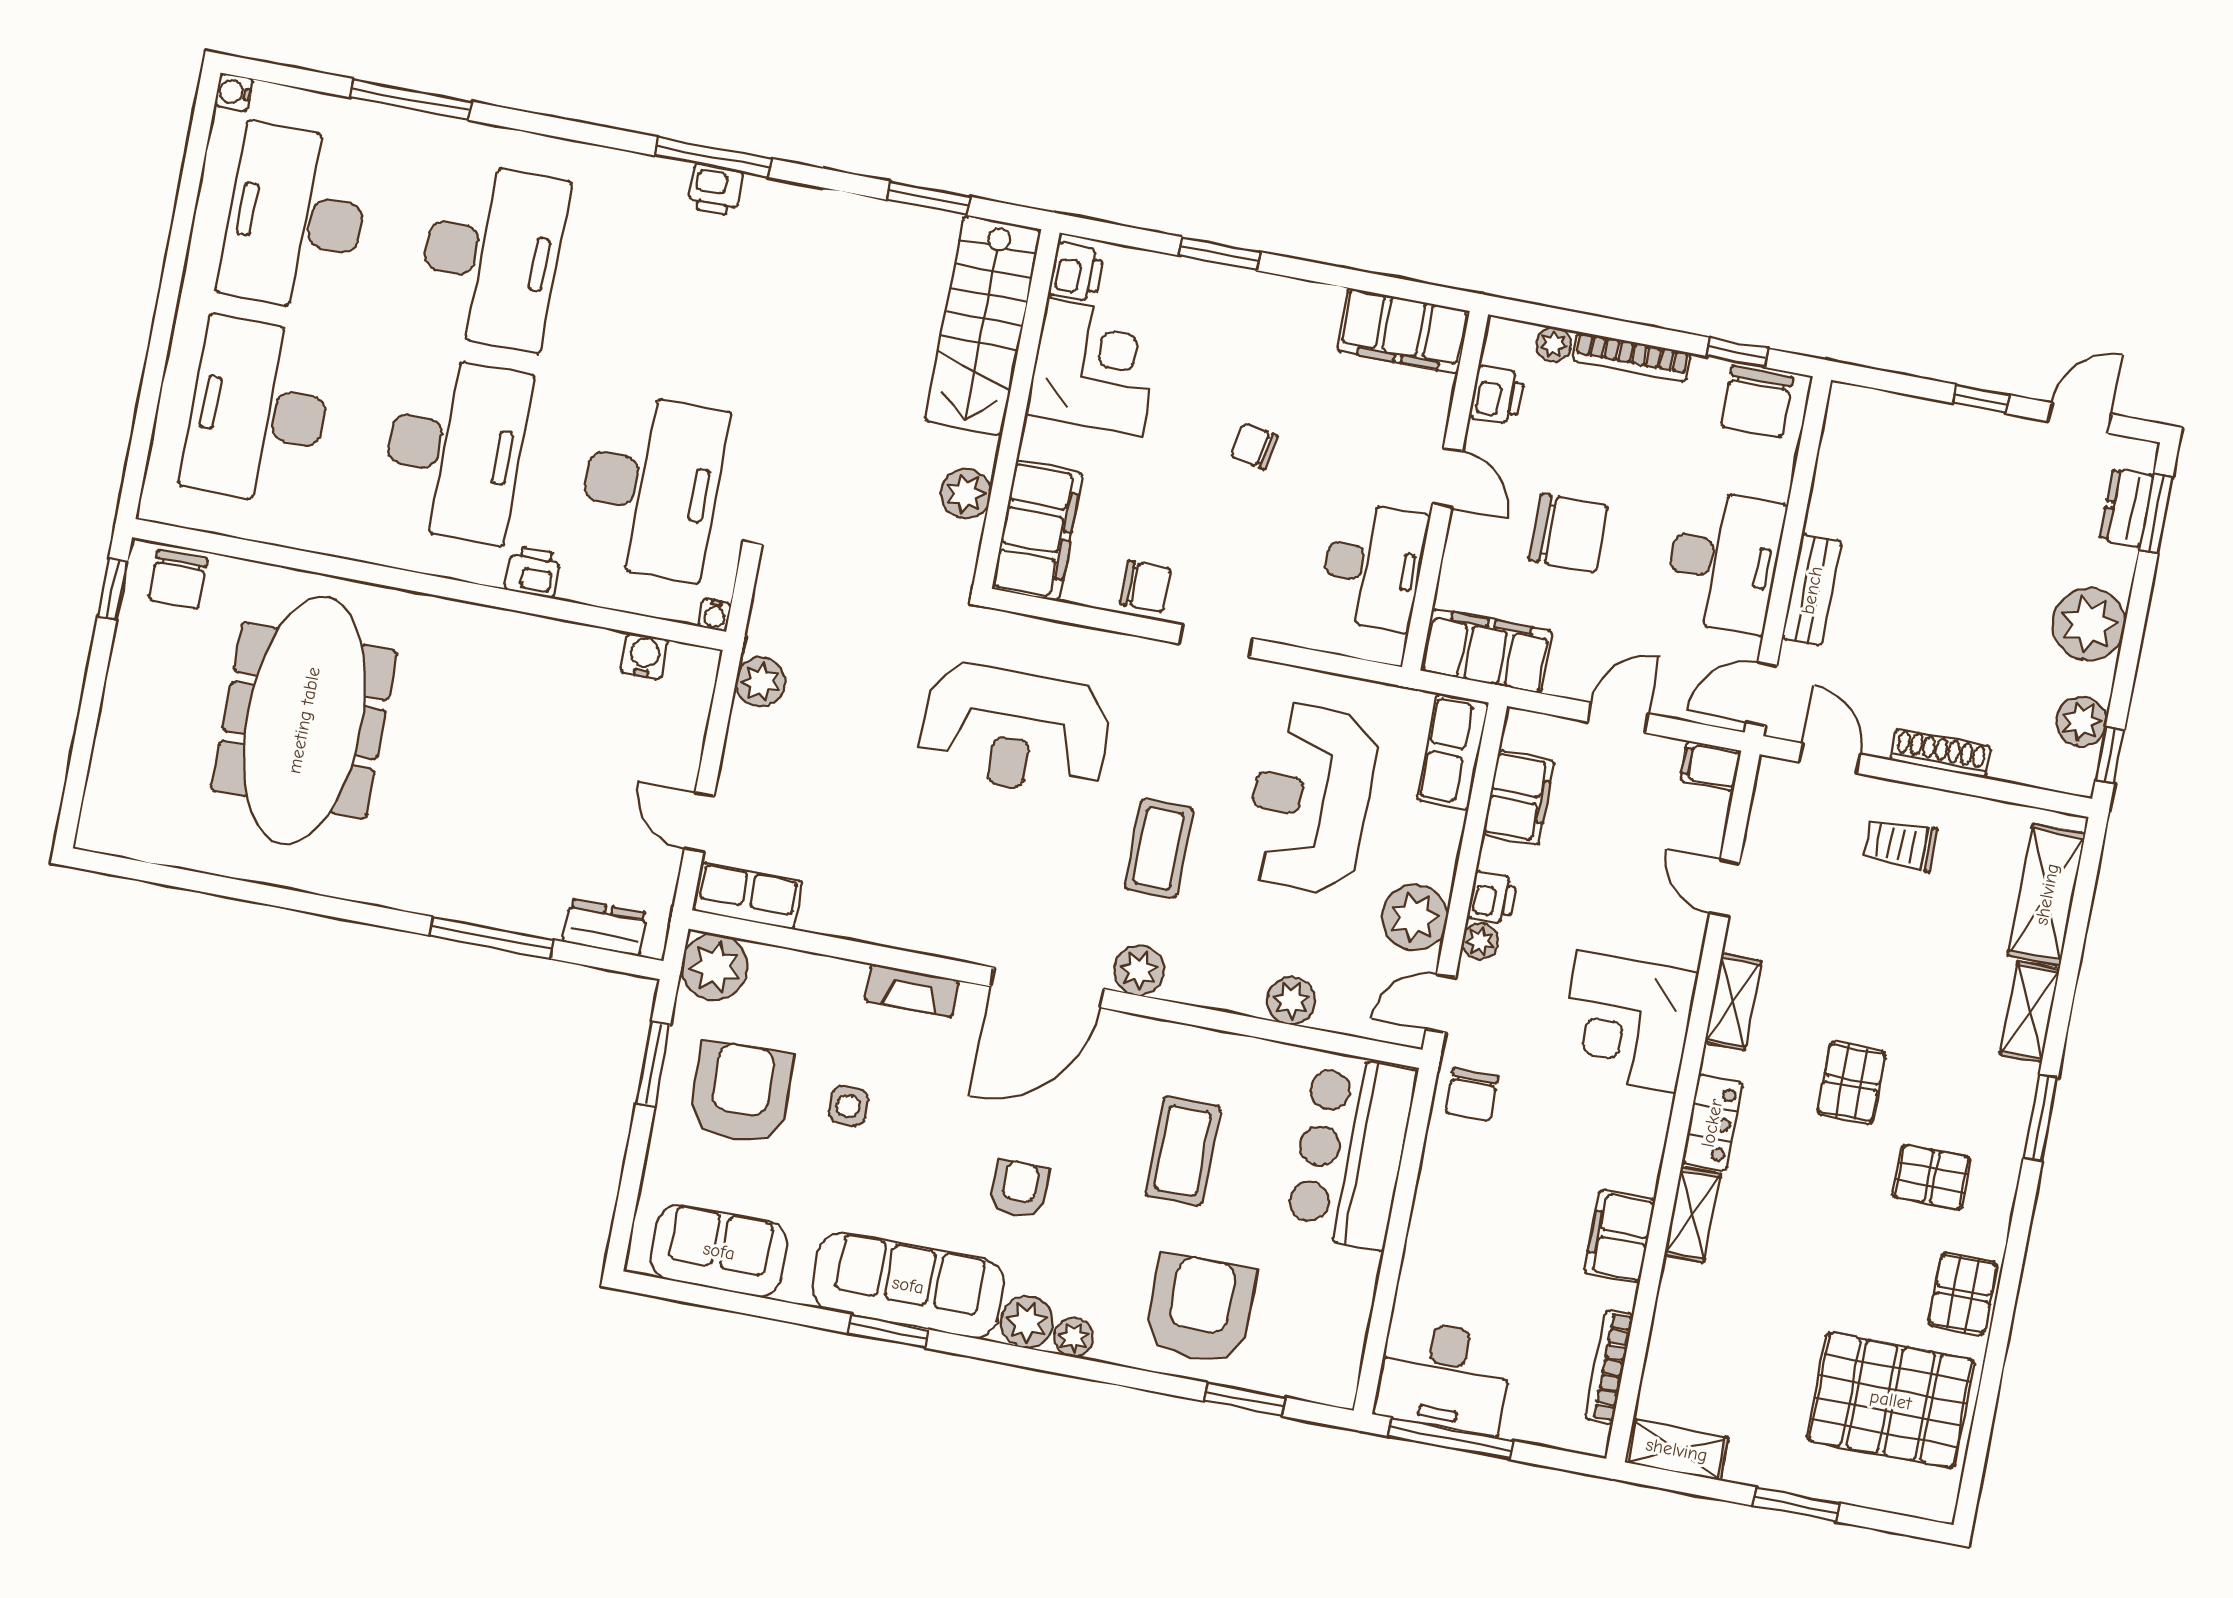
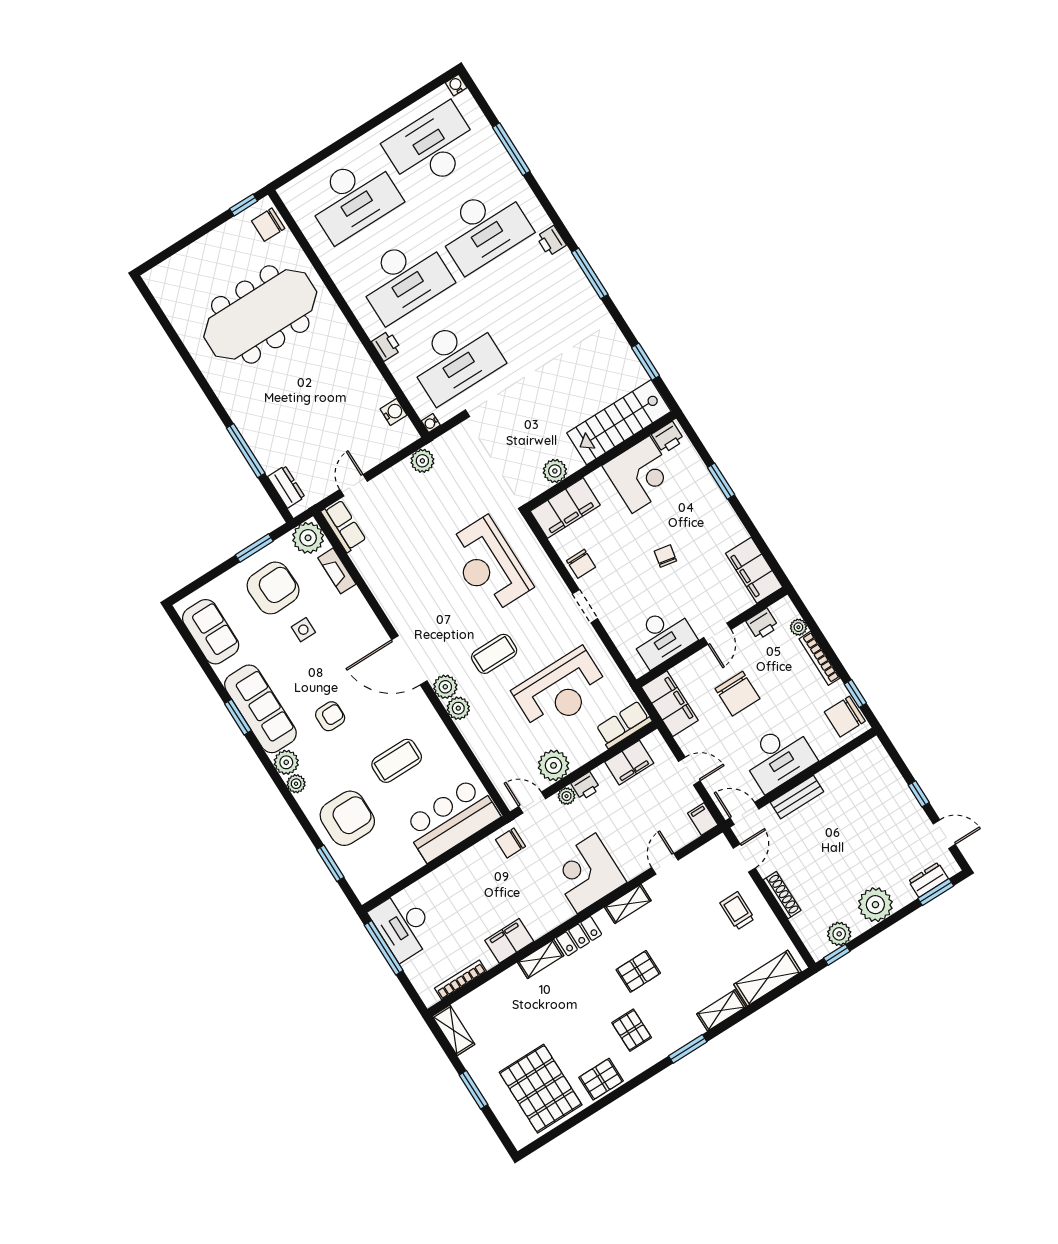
printer: (715, 190) -> (551, 241), moved
desk: (259, 411) -> (353, 198), turned 180
reception desk: (1310, 799) -> (561, 690), turned 180
fireplace: (912, 991) -> (337, 571), moved
plant: (1291, 1000) -> (458, 708), moved

